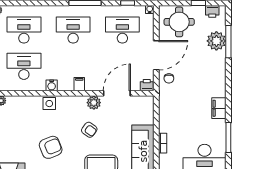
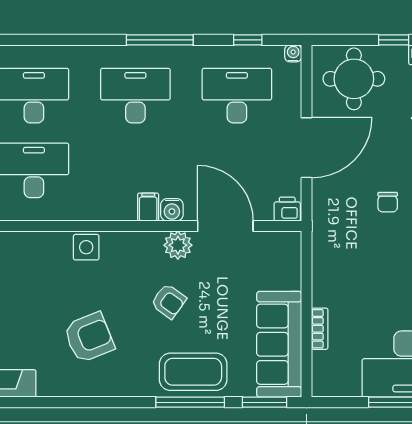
chair: (169, 78) -> (388, 202), moved
water cooler: (52, 85) -> (172, 210), moved
door: (117, 93) -> (225, 226), hinge flipped

